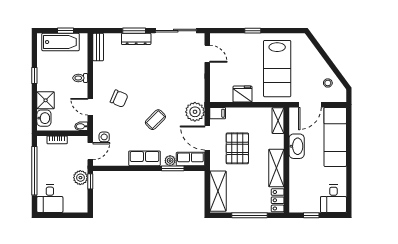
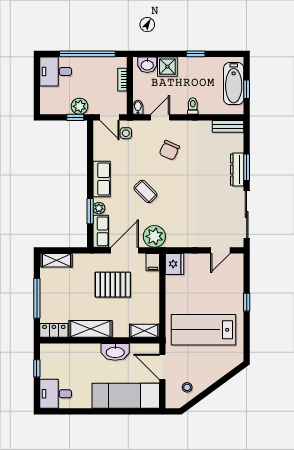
fridge: (242, 94) -> (175, 264), moved
shelving: (218, 191) -> (57, 260), width x0.67, depth x0.75

